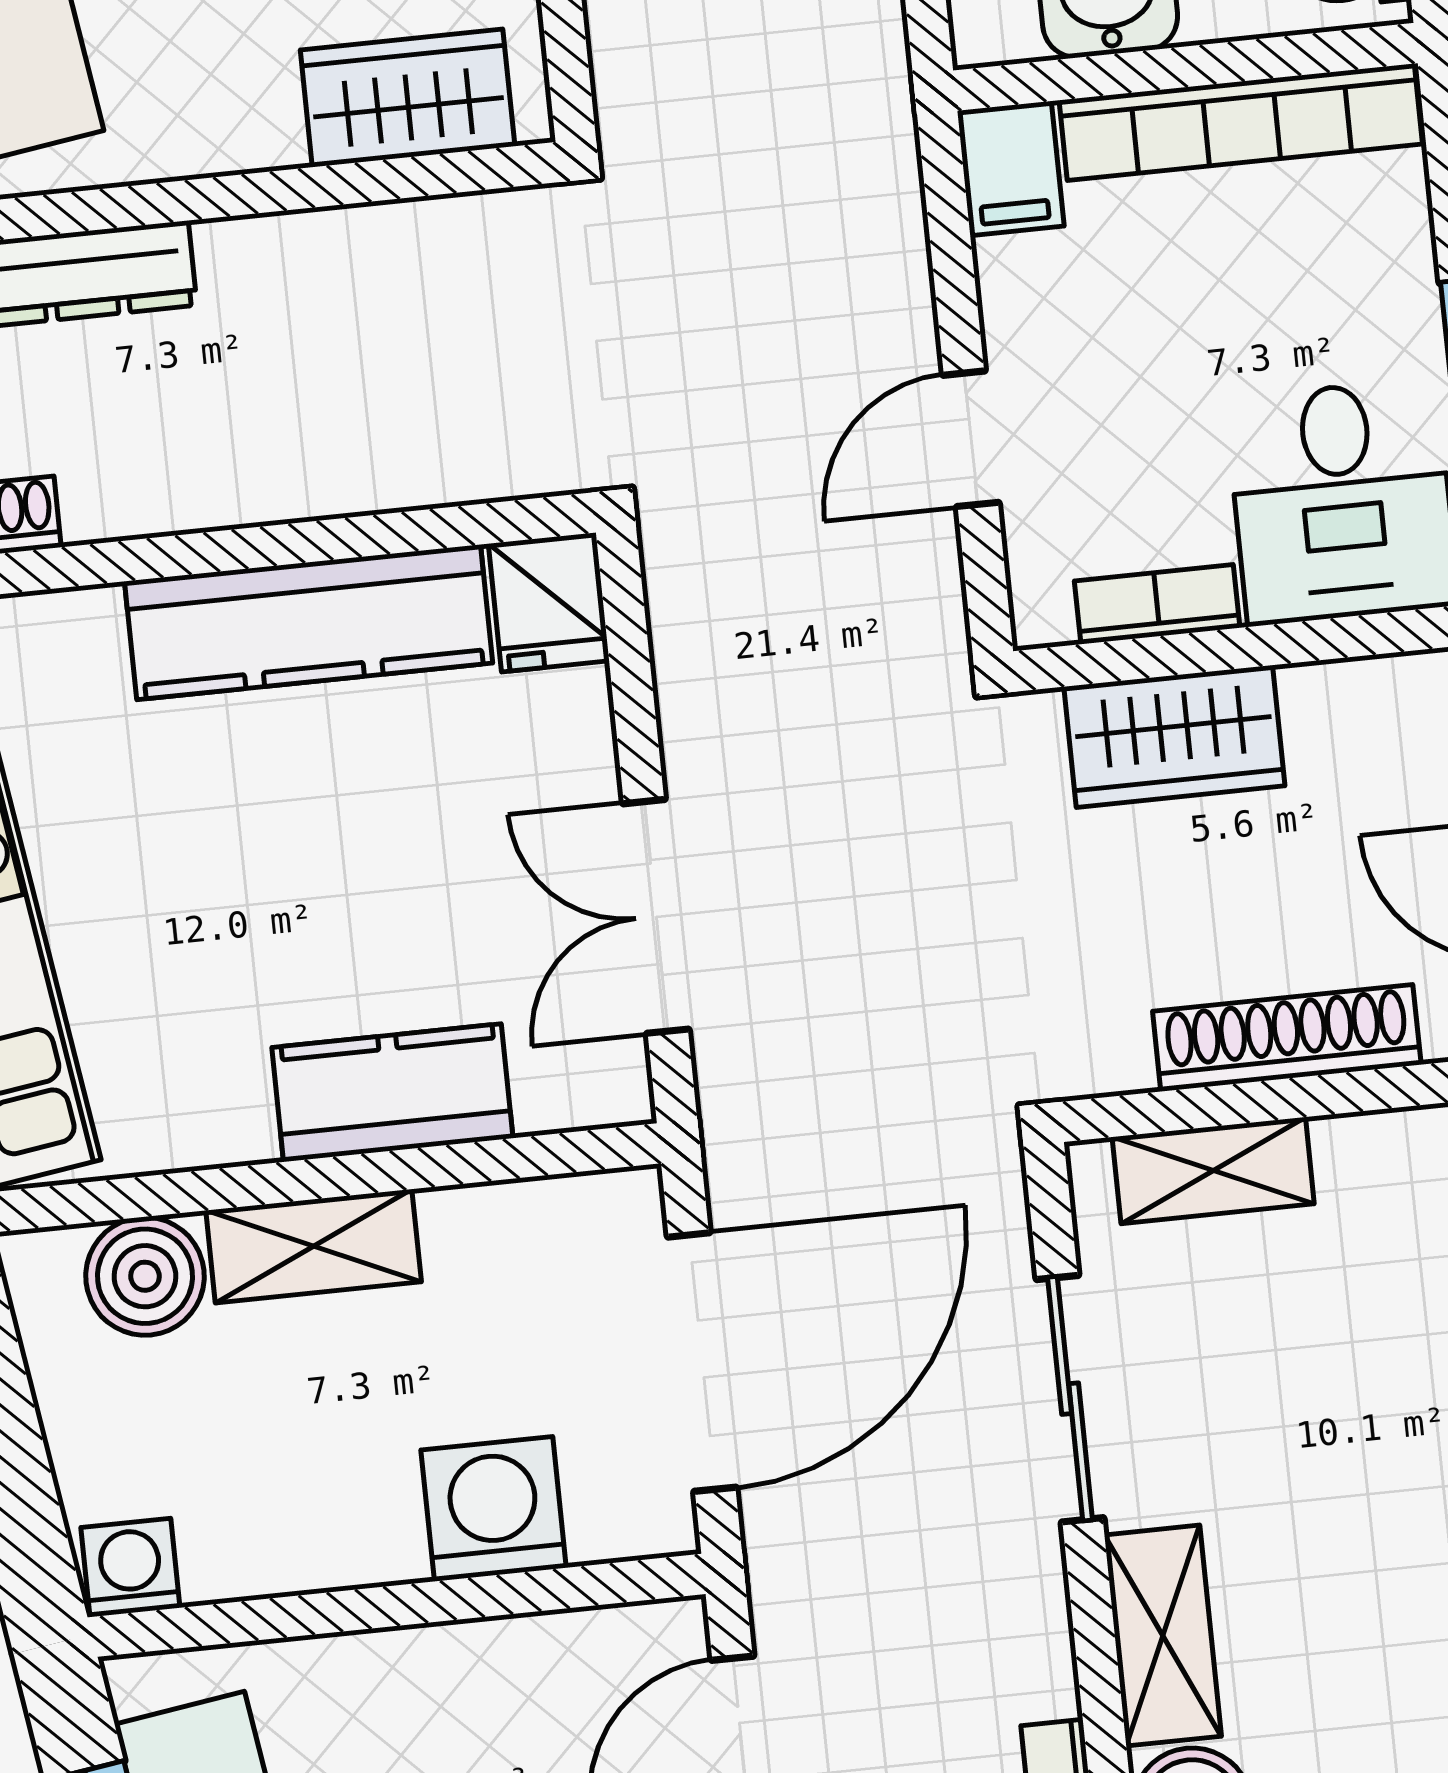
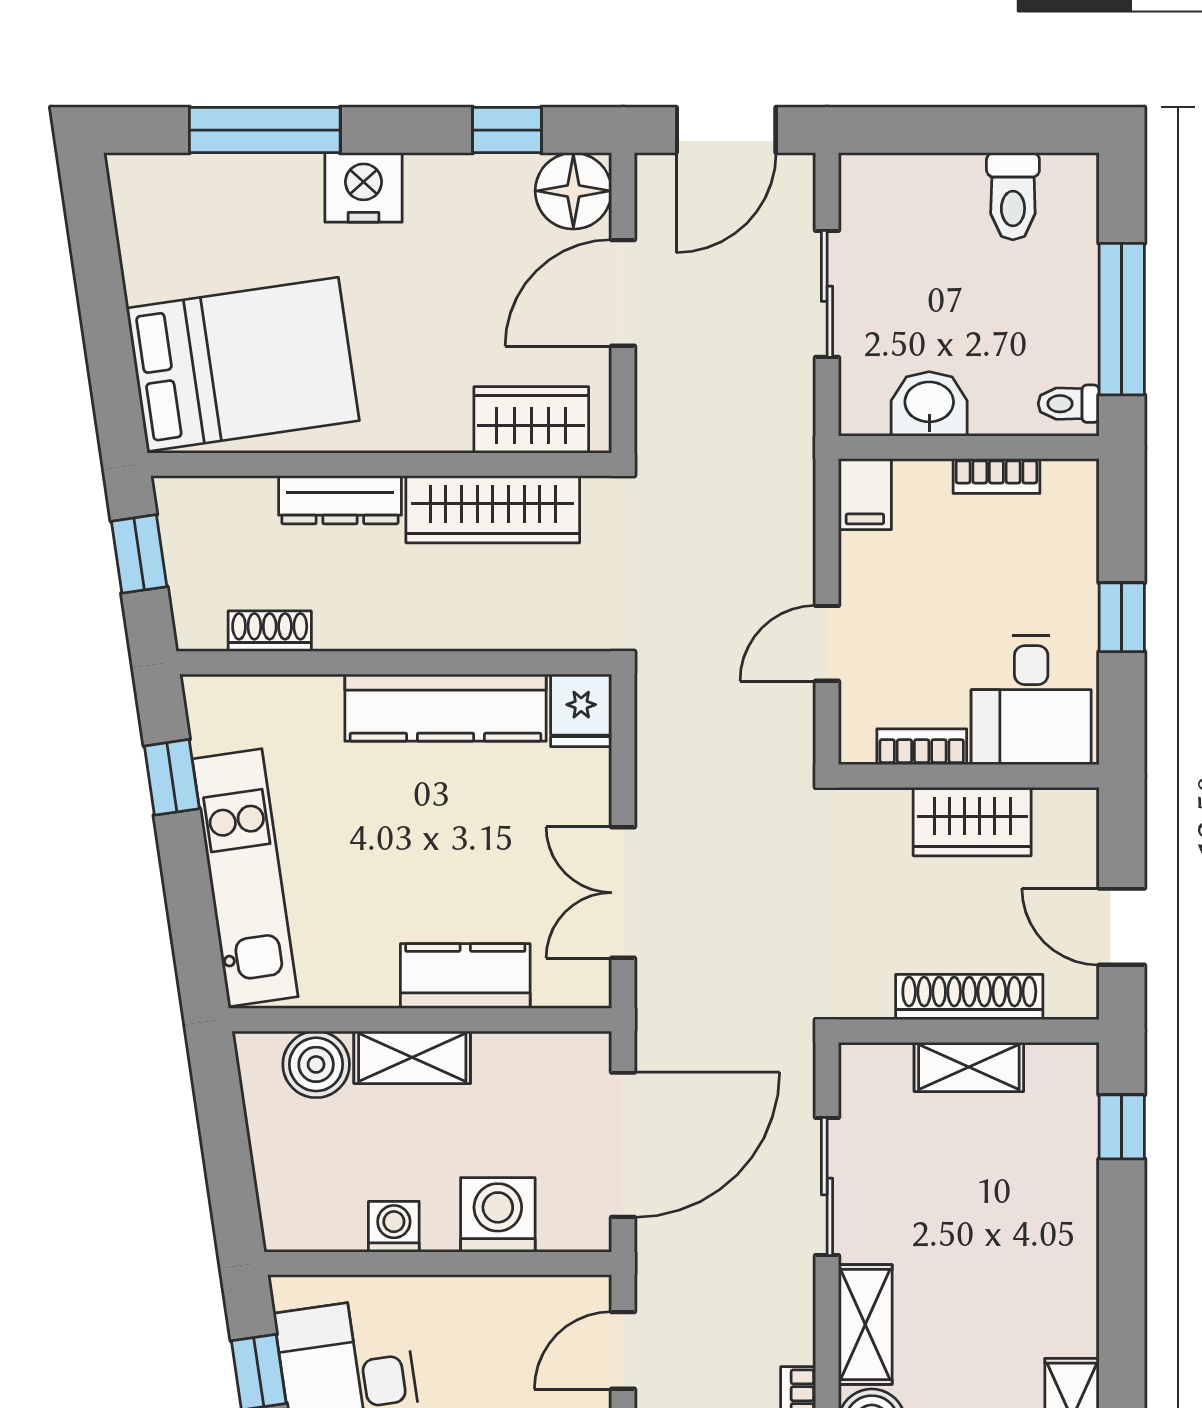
bookcase: (1241, 122) -> (996, 476), width x0.43, depth x0.76
wardrobe: (356, 263) -> (493, 509), added
wardrobe: (1174, 736) -> (972, 822), moved
shelving: (1213, 1170) -> (969, 1067), moved
washing machine: (130, 1568) -> (394, 1227), moved

